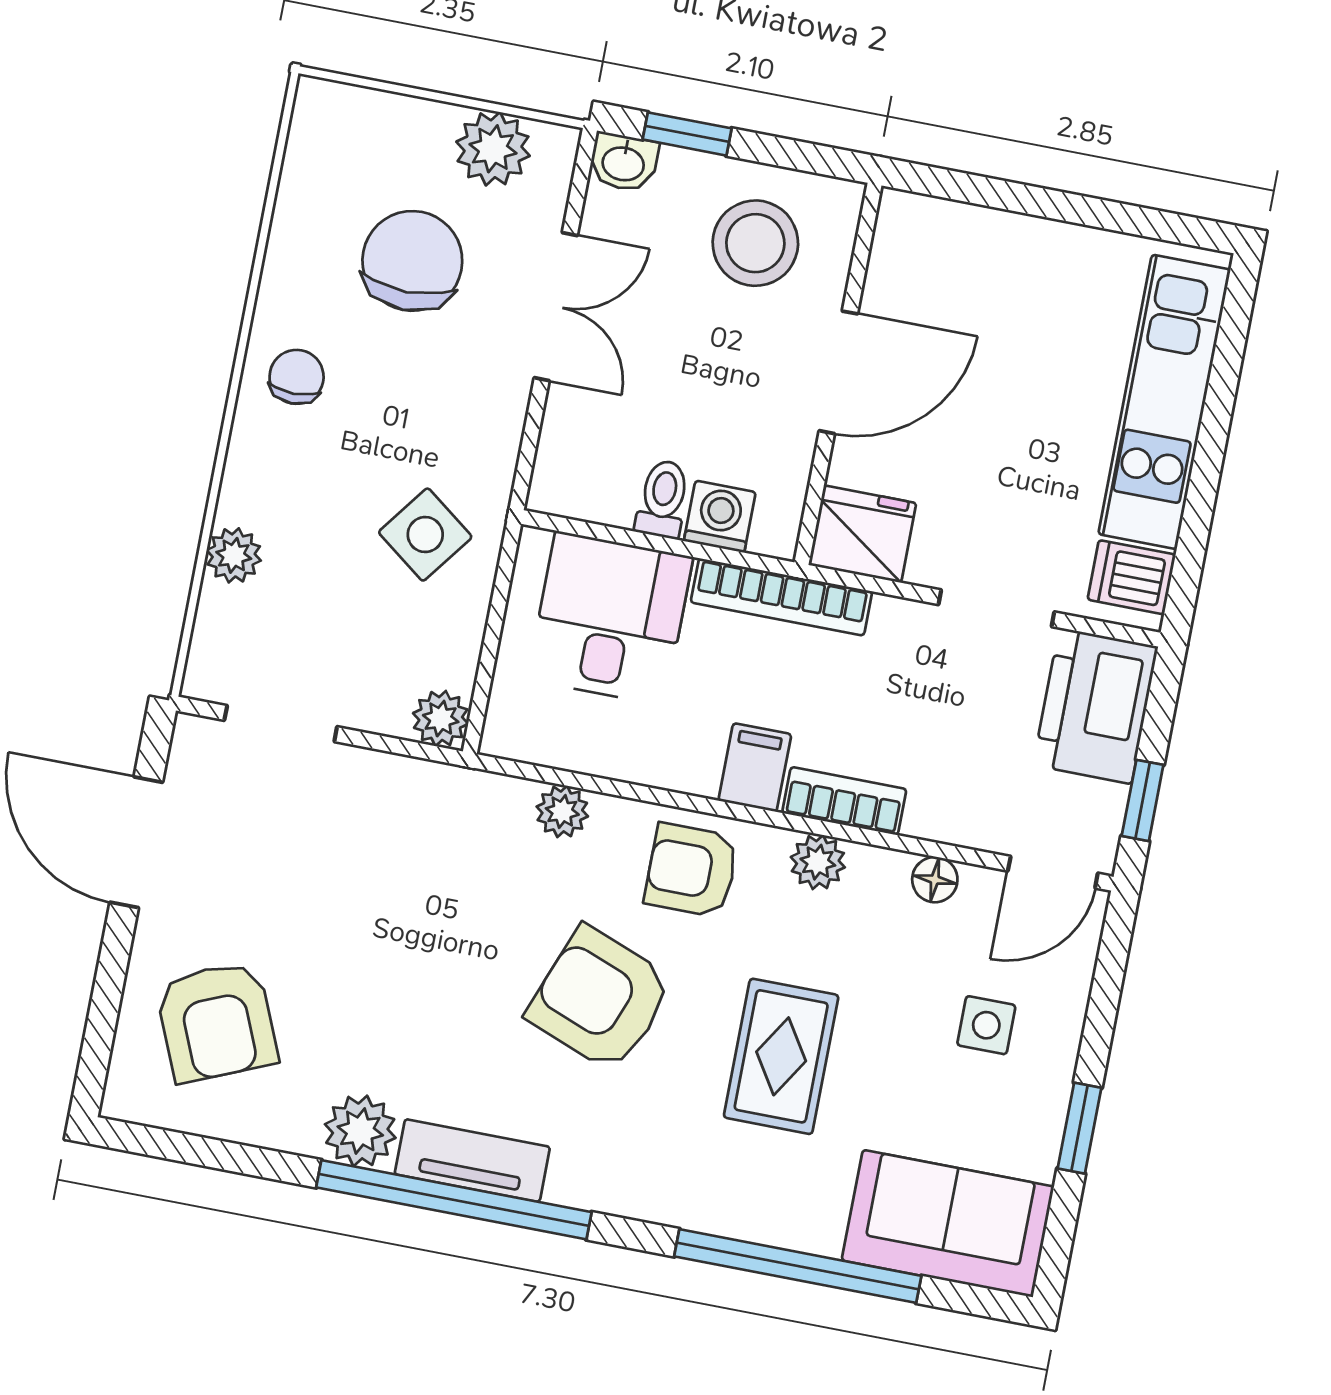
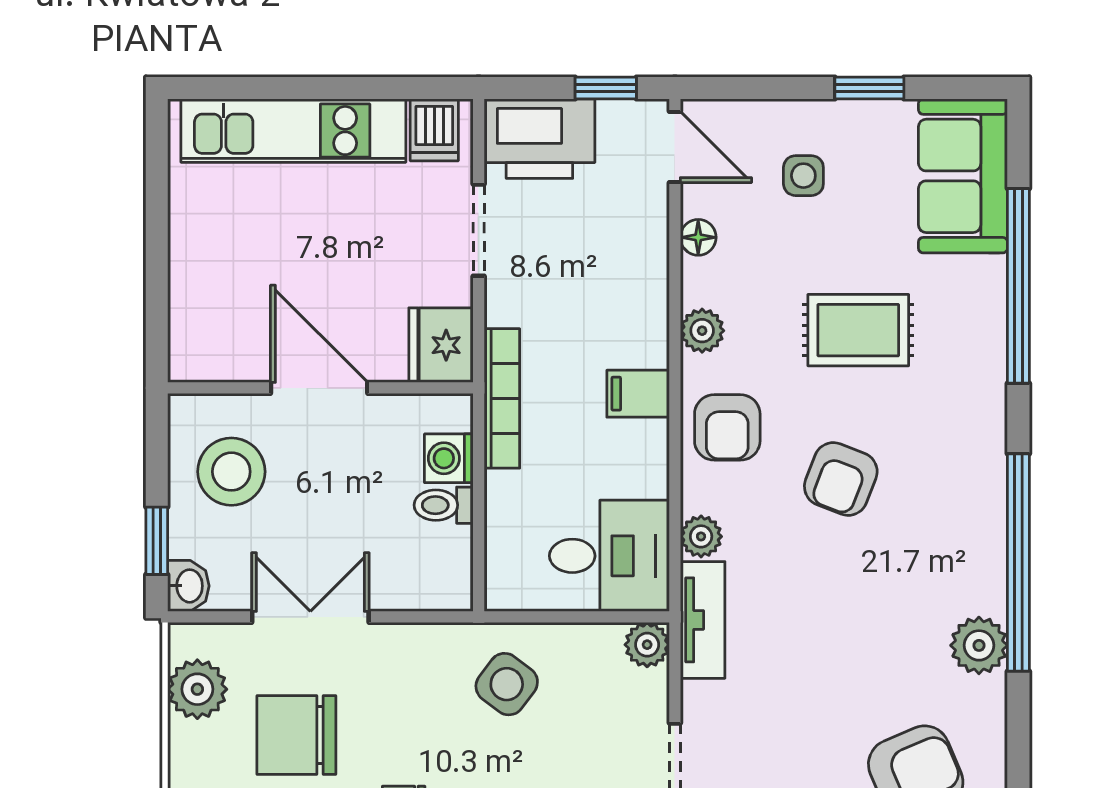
desk: (610, 618) -> (609, 556), moved, turned 180
bookcase: (844, 801) -> (651, 319), removed
armchair: (600, 999) -> (841, 479), width x0.72, depth x0.72
tv unit: (472, 1161) -> (703, 620), moved, turned 180

